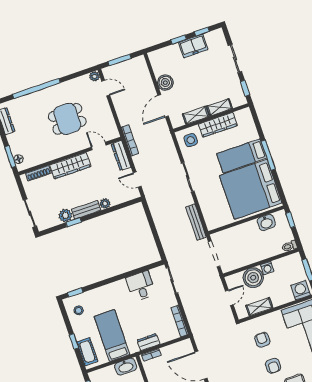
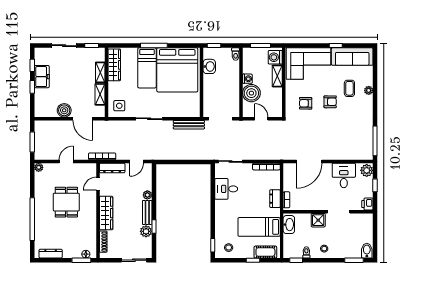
door: (106, 88) -> (66, 161), moved
wardrobe: (218, 125) -> (114, 65), moved
shelving: (259, 307) -> (277, 76), moved

